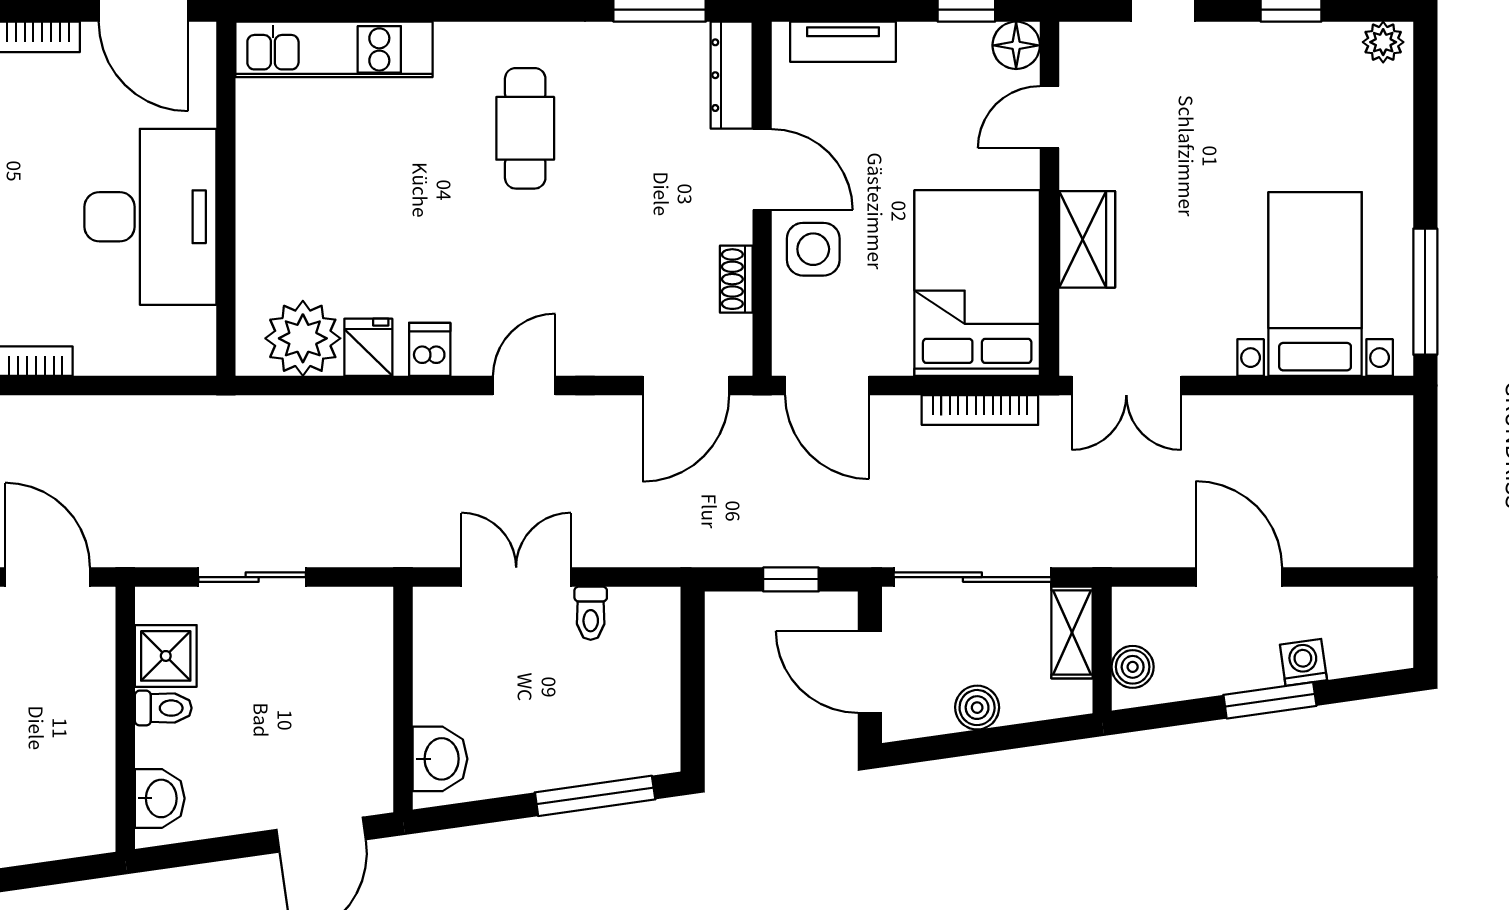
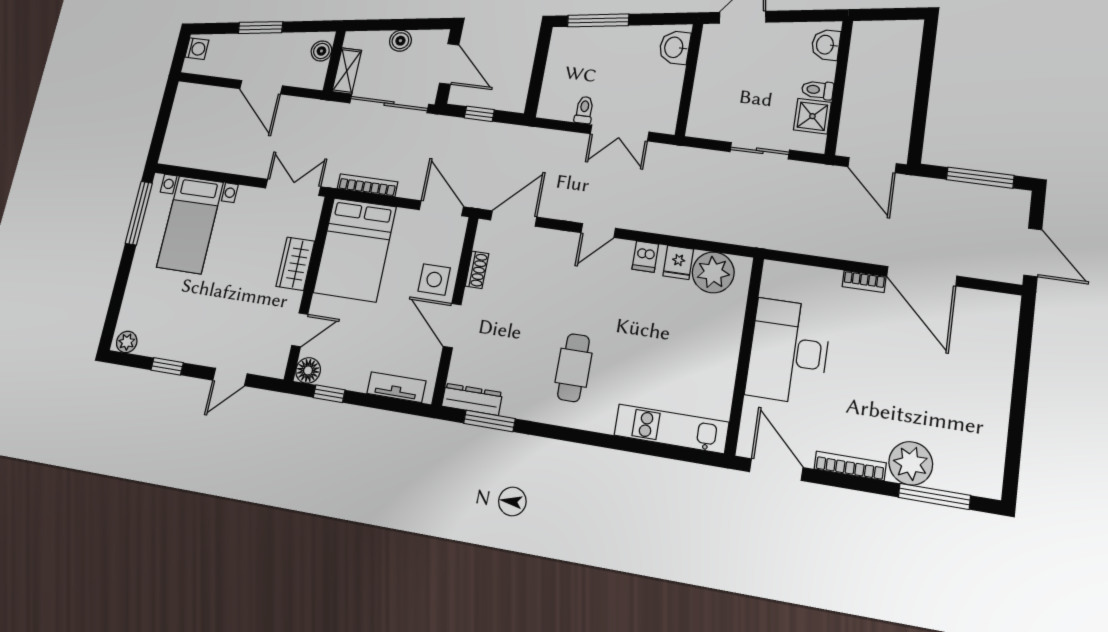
dresser: (732, 75) -> (472, 399), moved, turned -90
washing machine: (1303, 662) -> (197, 49), moved, turned -82

